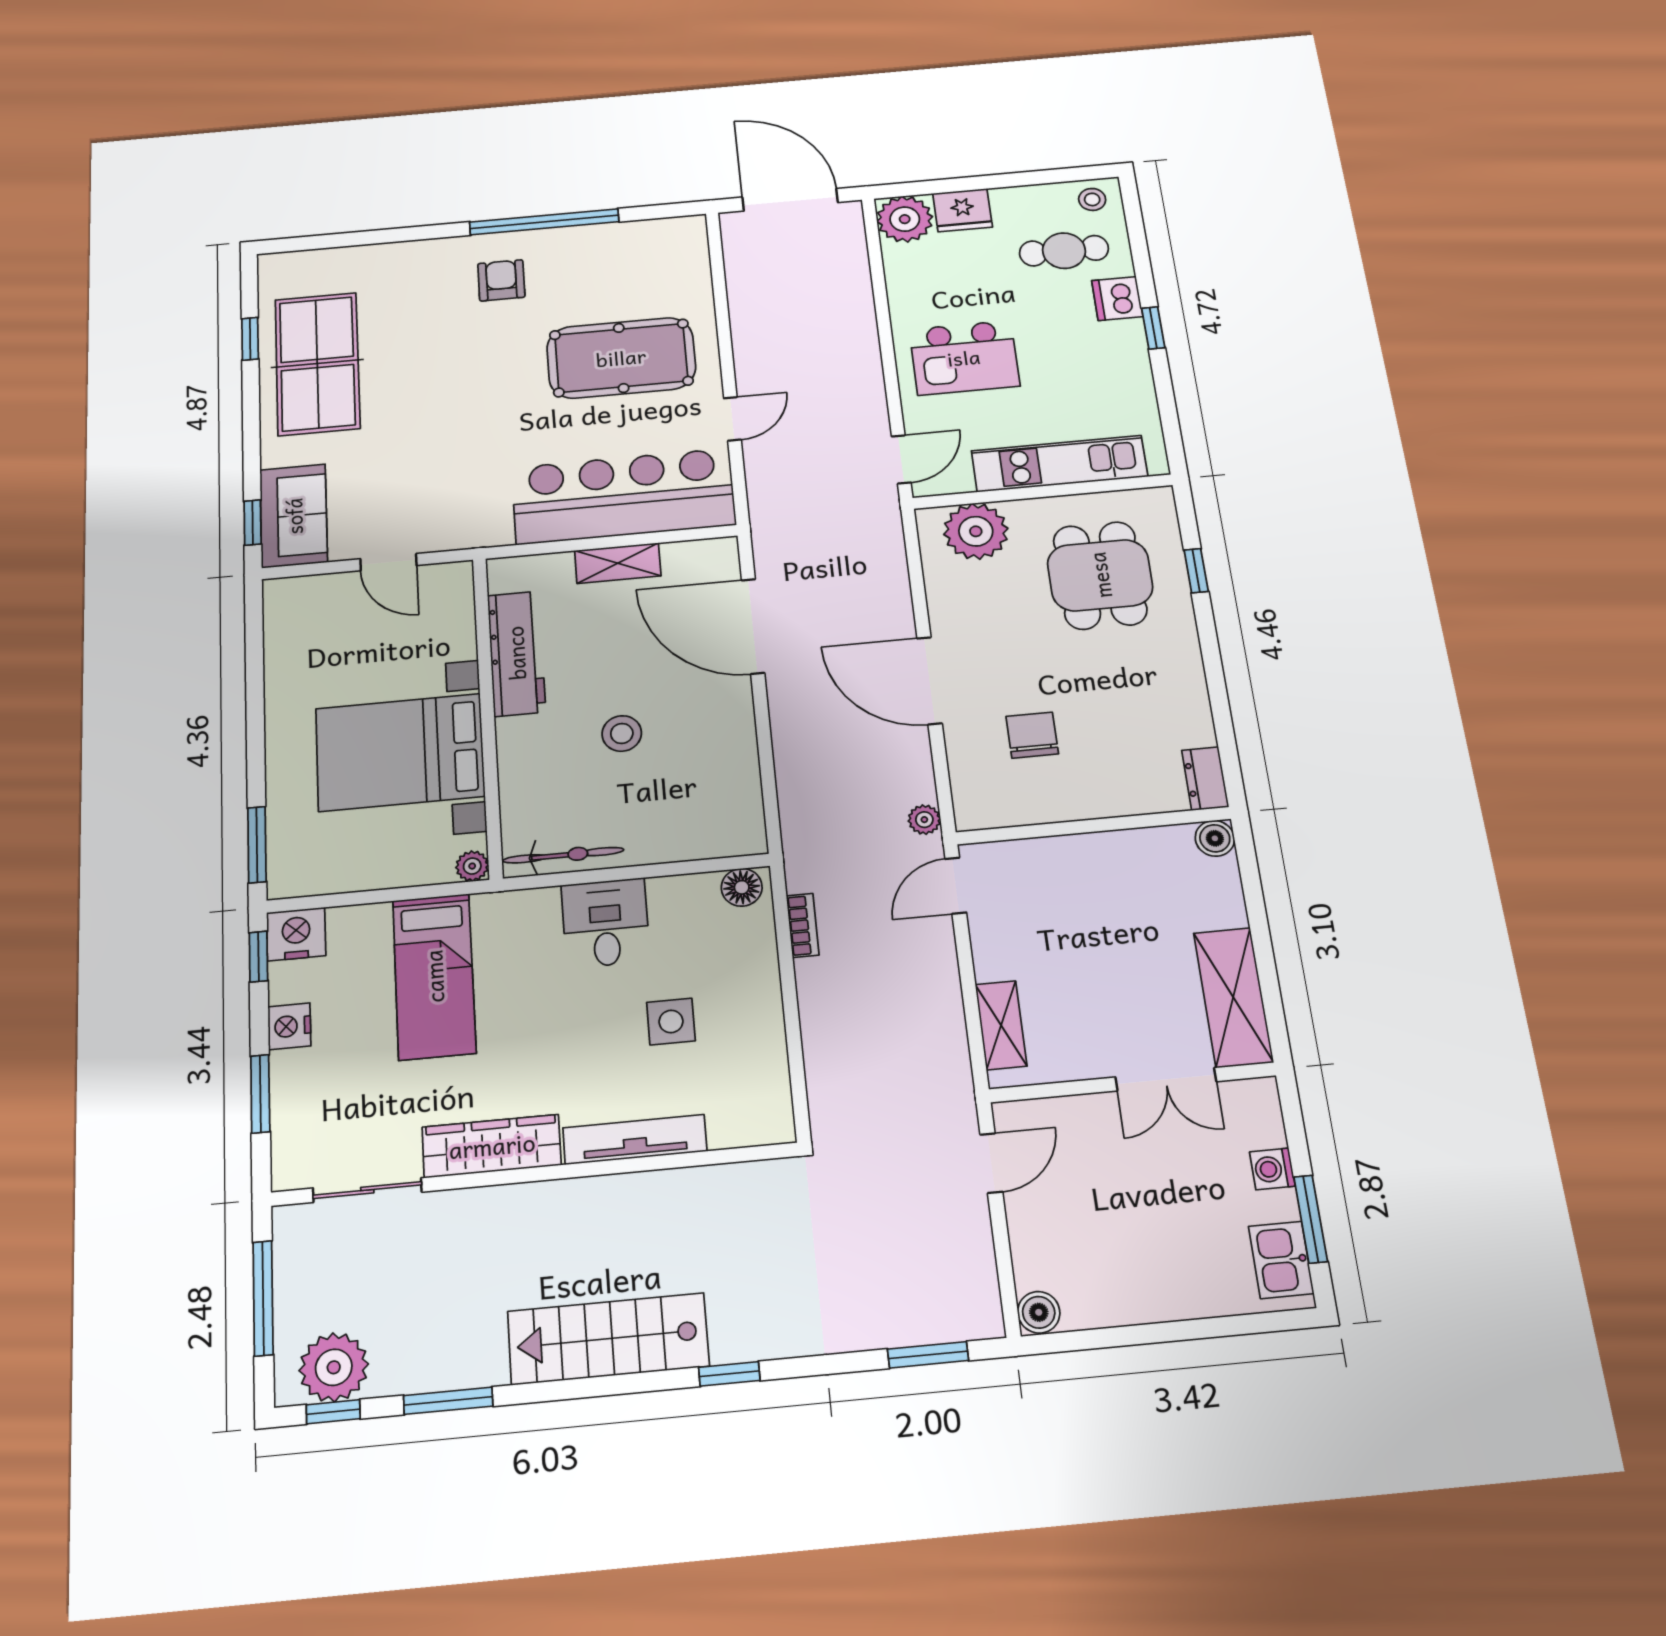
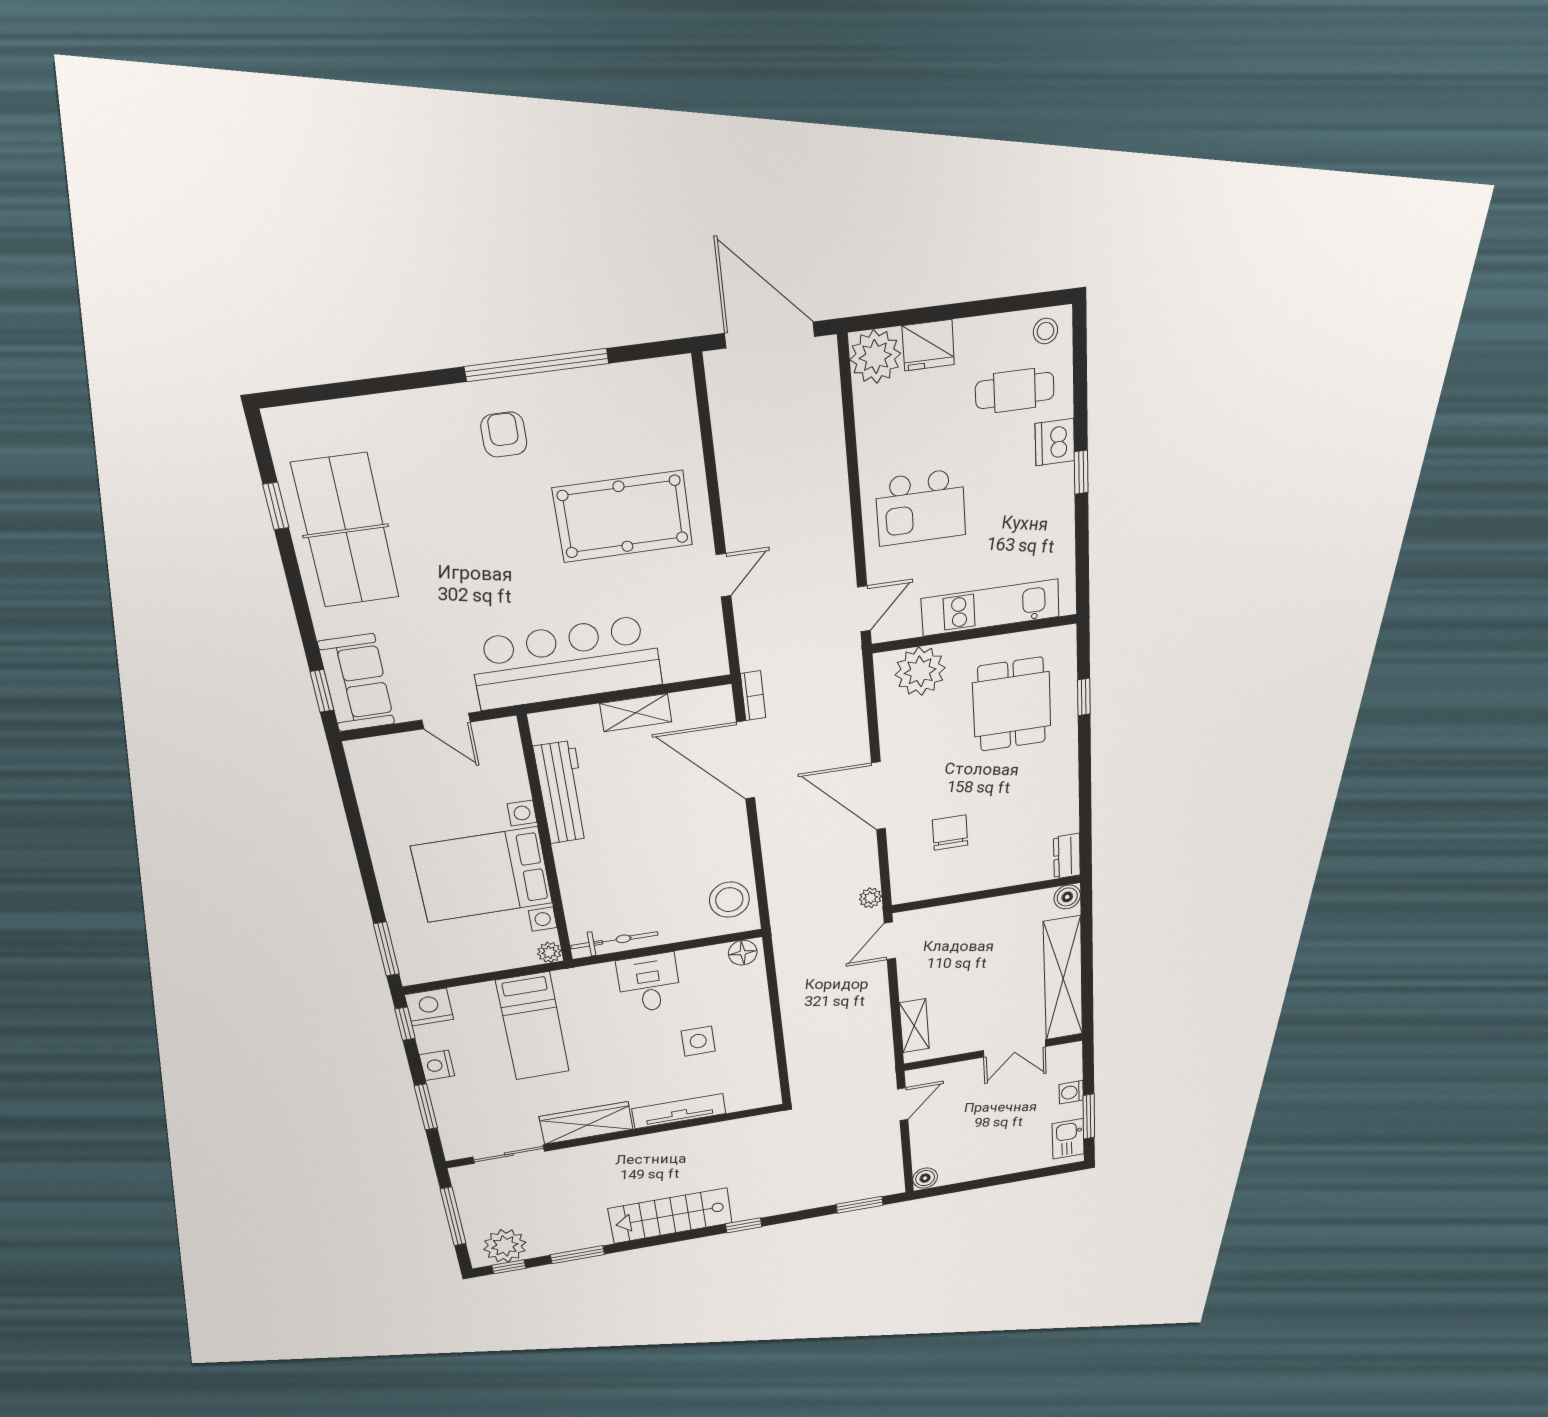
bar counter: (623, 496) -> (566, 663), moved
stool: (622, 733) -> (729, 900), moved, width x1.38, depth x1.38
bookcase: (803, 925) -> (753, 696), moved
shelving: (1233, 997) -> (1063, 978), width x1.47

